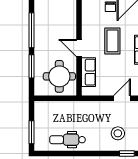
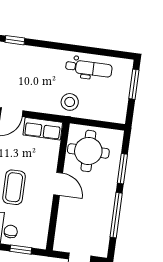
row of seats: (89, 72) -> (43, 129), moved, turned -90
stool: (118, 133) -> (70, 102), moved

